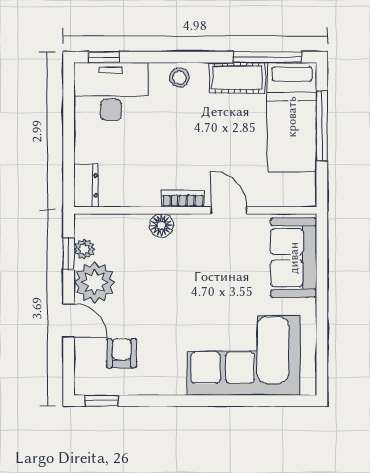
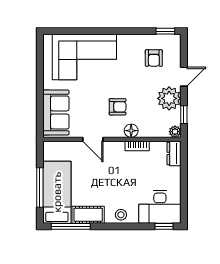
bookcase: (183, 199) -> (137, 146), moved
plant: (84, 249) -> (175, 132), moved
armchair: (185, 267) -> (118, 107), added
door: (69, 320) -> (184, 77), swing flipped

